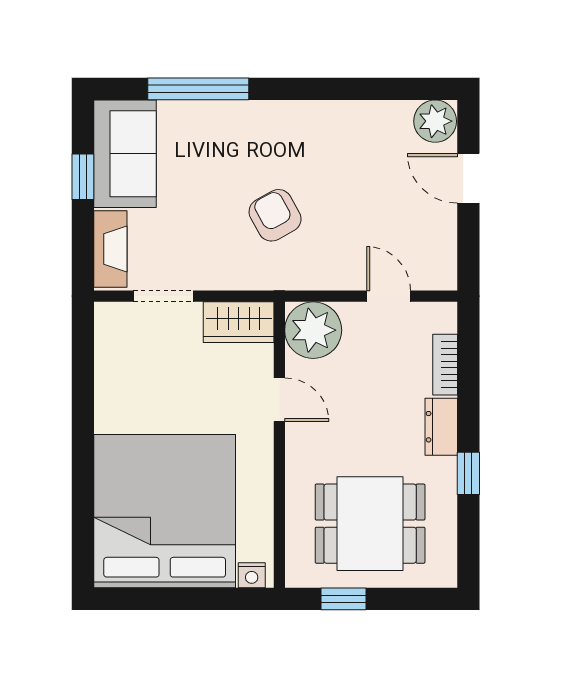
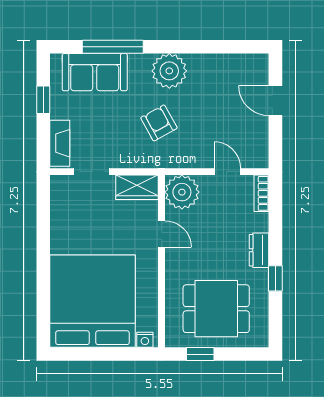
plant: (435, 121) -> (169, 71), moved, width x1.36, depth x1.36
sofa: (125, 154) -> (95, 72), moved, turned 90
bookcase: (445, 365) -> (261, 193), moved

